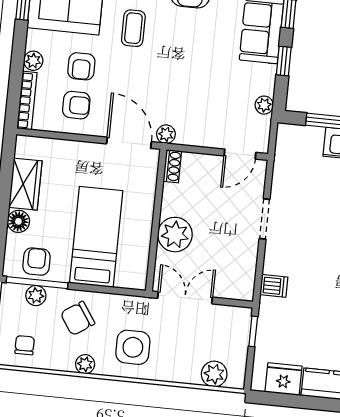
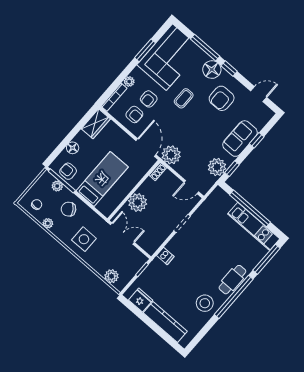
window: (284, 61) -> (232, 169), moved
plant: (264, 105) -> (217, 167), width x1.88, depth x1.88
plant: (166, 134) -> (171, 155), width x1.88, depth x1.88
wardrobe: (25, 184) -> (96, 124), moved
armchair: (36, 262) -> (68, 171), turned -90
plant: (85, 364) -> (48, 223), moved

